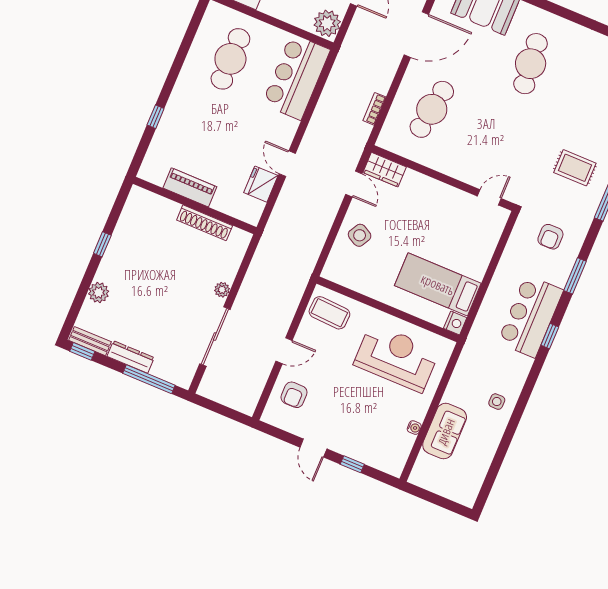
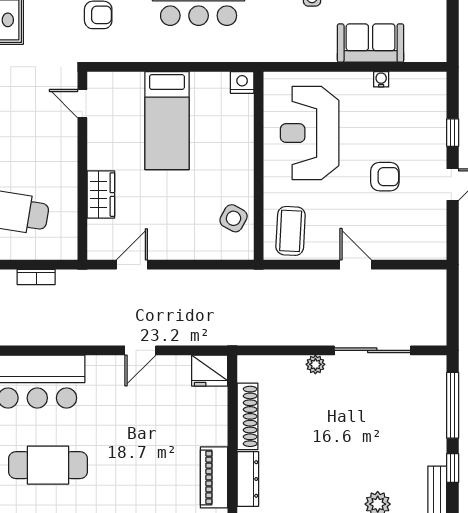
wardrobe: (385, 170) -> (101, 195), moved
fridge: (261, 184) -> (210, 371), moved
piano: (190, 187) -> (214, 477), moved
side table: (360, 235) -> (234, 218), moved
bed: (438, 284) -> (167, 121), moved
window: (82, 351) -> (453, 468), moved
dresser: (131, 357) -> (248, 479), moved, turned 180
armchair: (294, 395) -> (385, 177), moved

